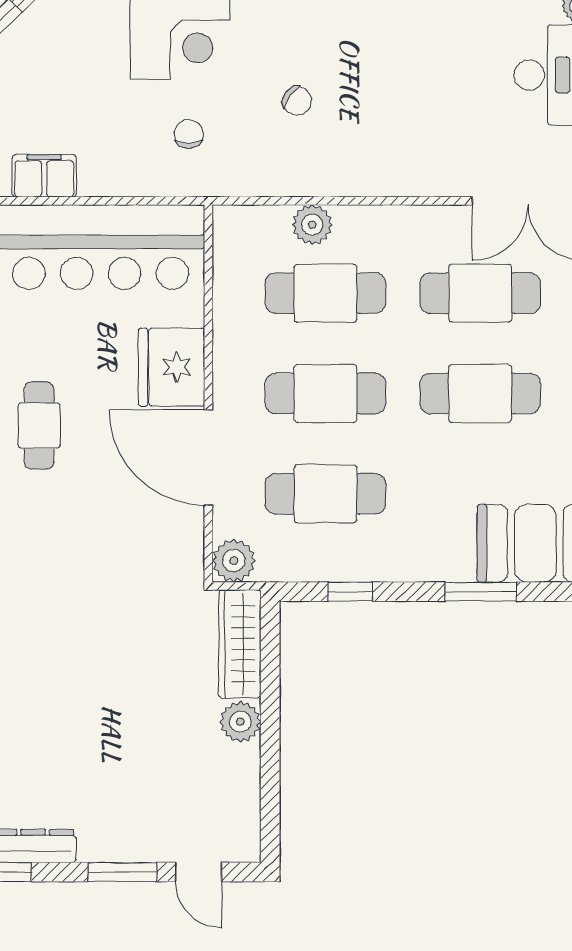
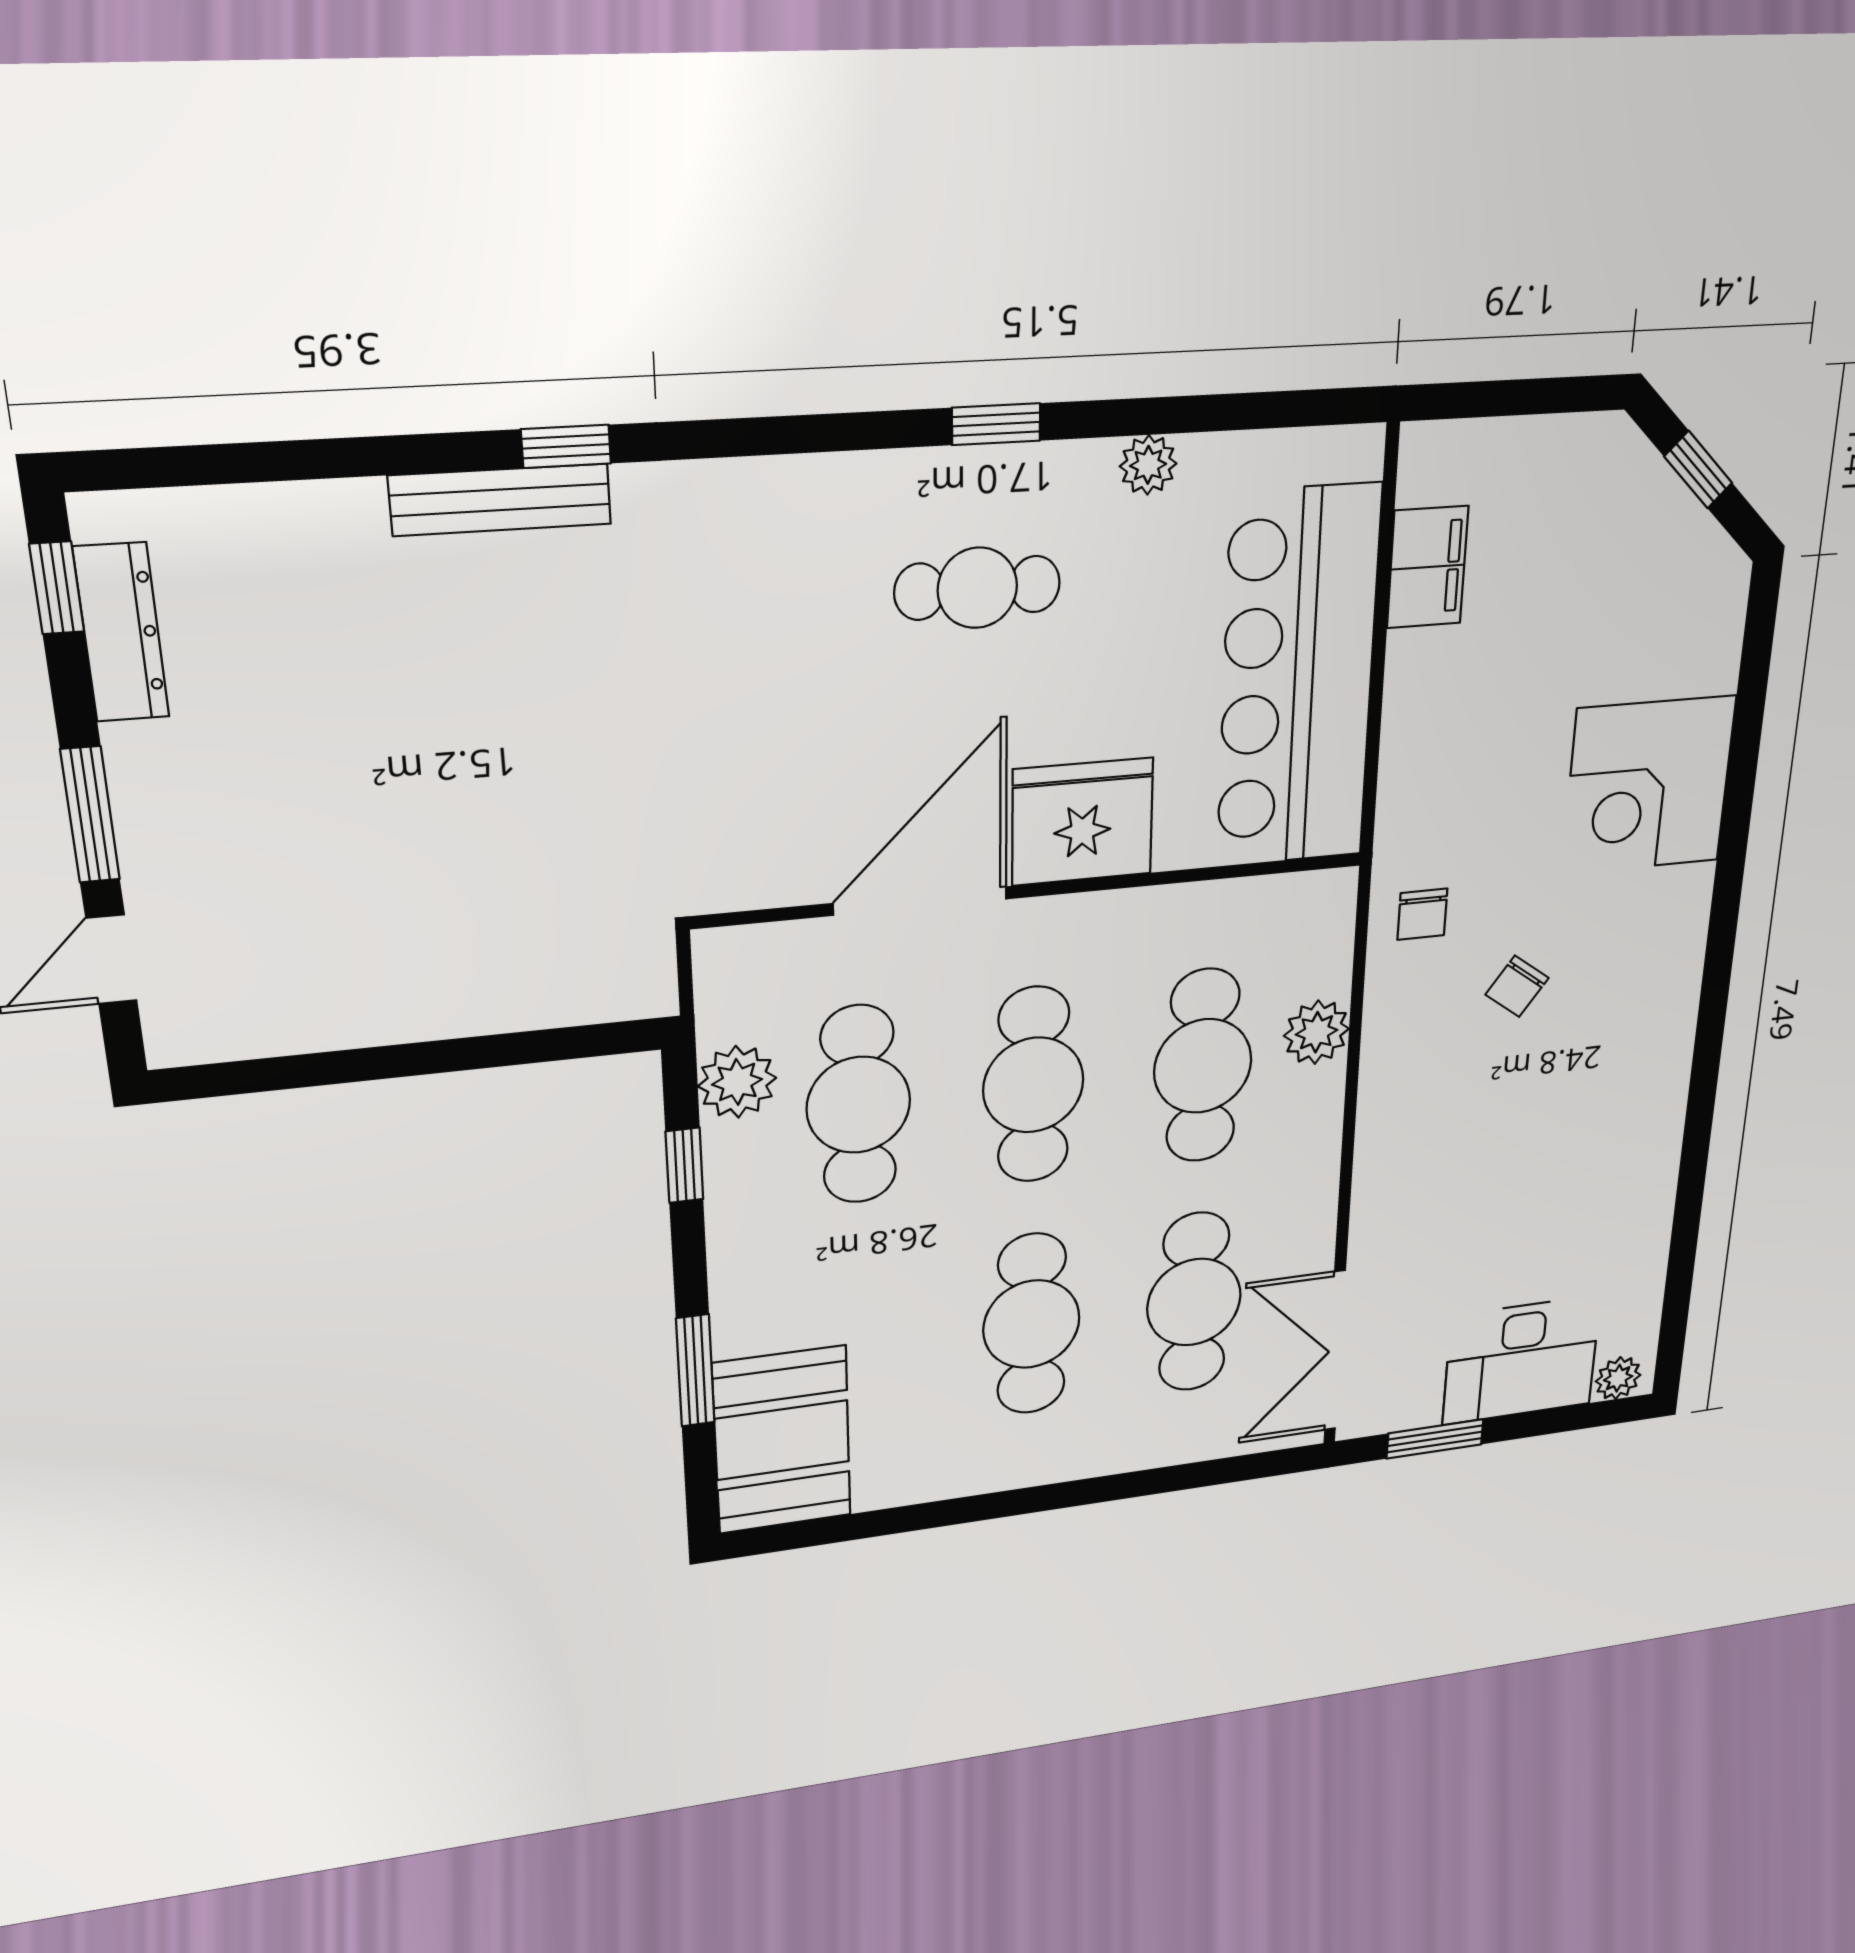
chair: (189, 134) -> (1422, 914), moved, turned 90
plant: (234, 561) -> (737, 1082), moved
wardrobe: (240, 644) -> (576, 989), removed
plant: (240, 722) -> (425, 1005), removed

